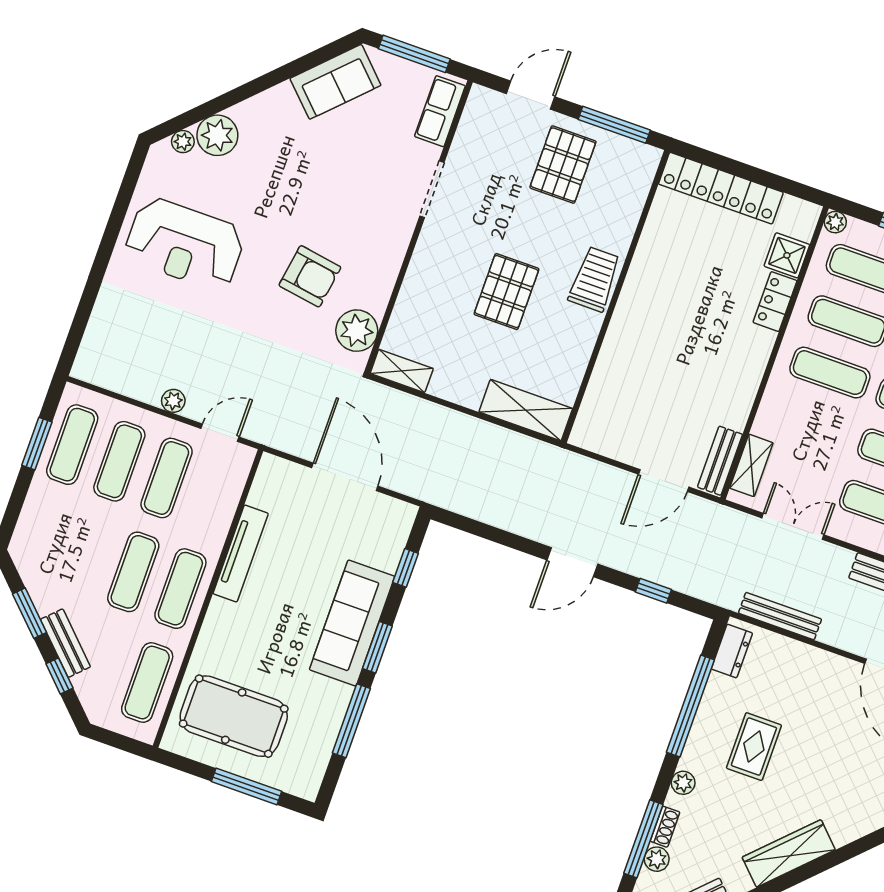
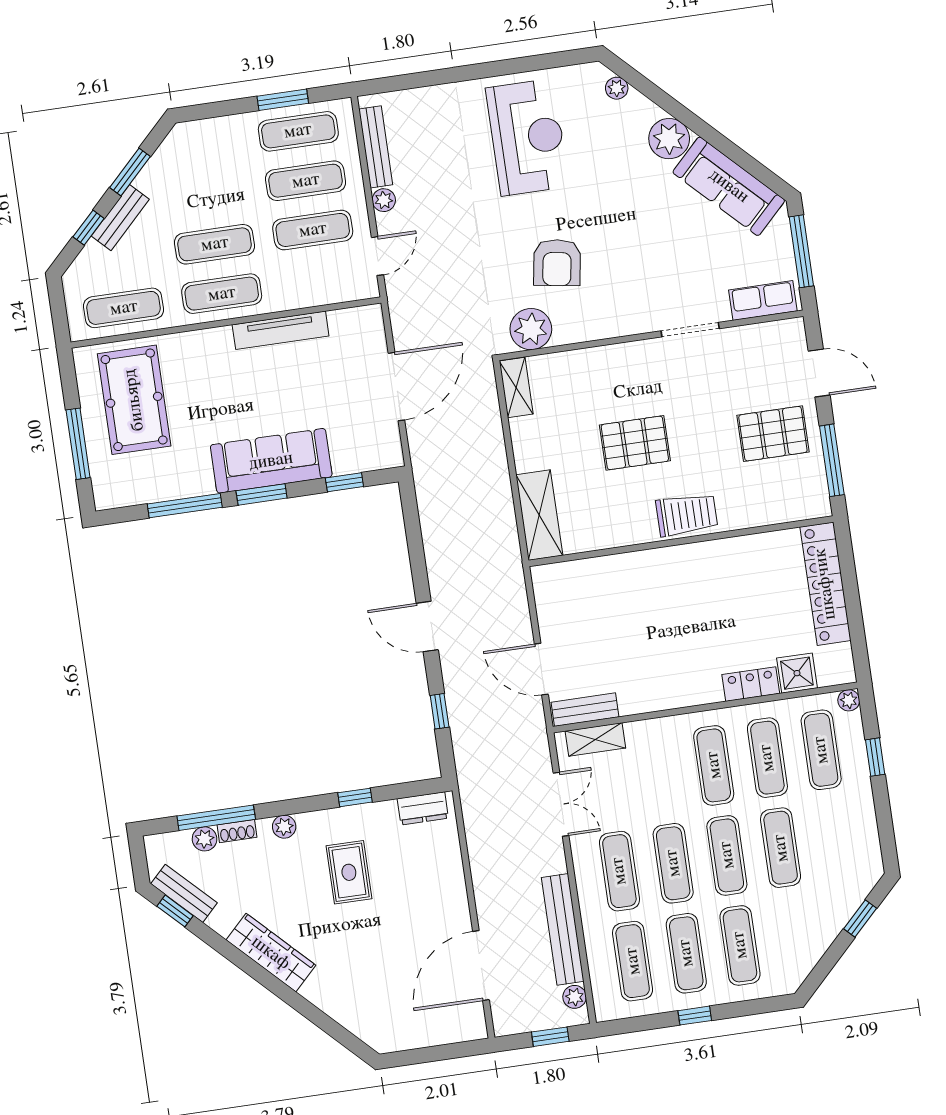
sofa: (335, 82) -> (729, 186), width x1.36
plant: (217, 135) -> (669, 139), moved
reception desk: (185, 244) -> (527, 137), turned 180
door: (220, 433) -> (377, 256), hinge flipped
bench: (780, 616) -> (376, 147), moved
window: (690, 706) -> (355, 797), width x0.32
rug: (754, 747) -> (349, 872), turned 90

